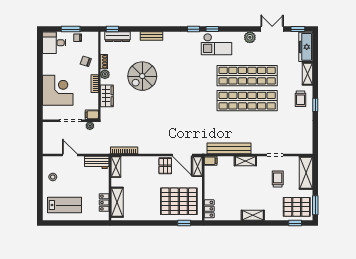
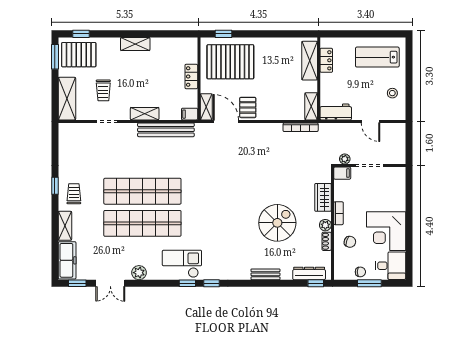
corner desk: (58, 90) -> (386, 231), moved
locker: (209, 209) -> (191, 77), moved

